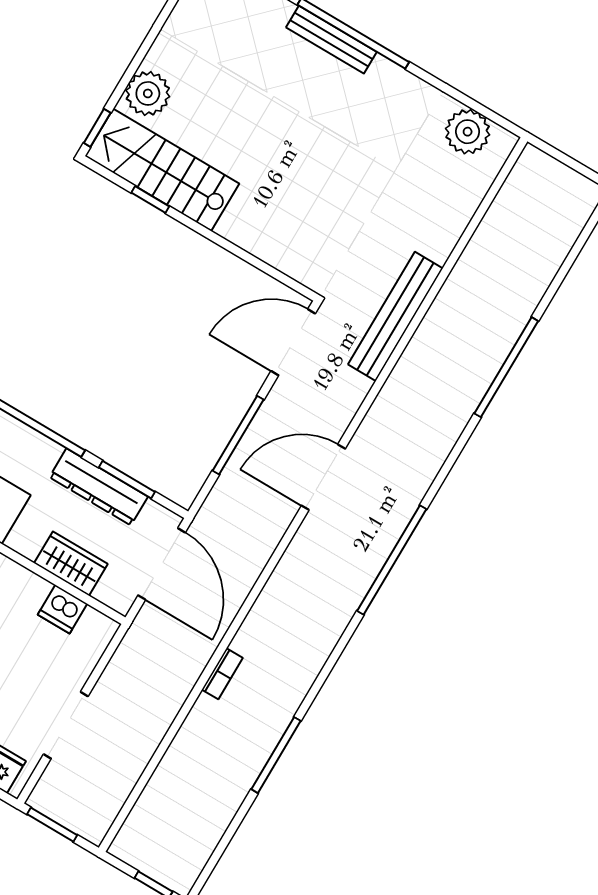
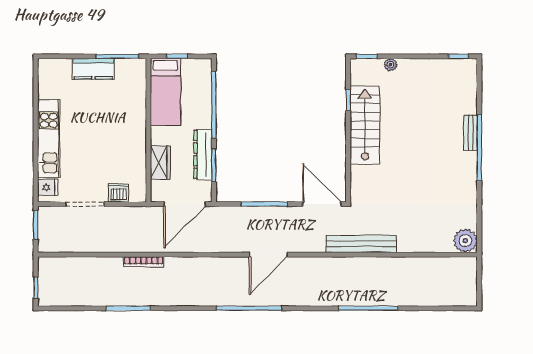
bench: (331, 40) -> (470, 133), width x0.73
plant: (148, 93) -> (390, 65), width x0.53, depth x0.53
plant: (468, 132) -> (465, 241), moved
stairs: (162, 170) -> (365, 125), moved
door: (323, 477) -> (268, 255), swing flipped
dishwasher: (62, 609) -> (118, 193), moved, turned 90
bookcase: (222, 674) -> (144, 262), width x1.56

